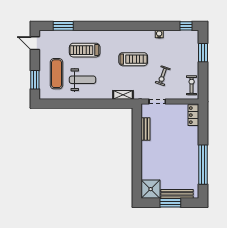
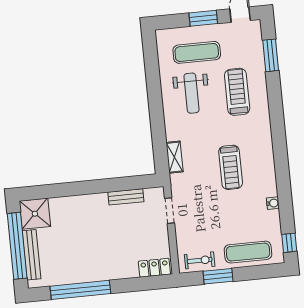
exercise mat: (189, 53) -> (248, 252), added
window: (203, 53) -> (218, 276), moved
exercise bike: (163, 76) -> (210, 215), removed
window: (35, 80) -> (203, 18), moved
window: (170, 203) -> (17, 246), width x2.11

